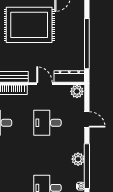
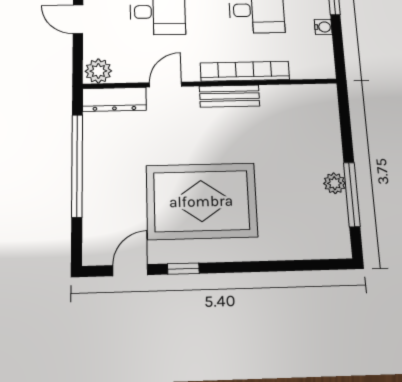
door: (44, 84) -> (166, 84), swing flipped

